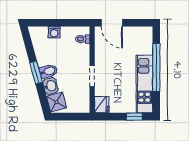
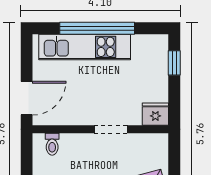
kitchen unit: (144, 84) -> (85, 47), moved

